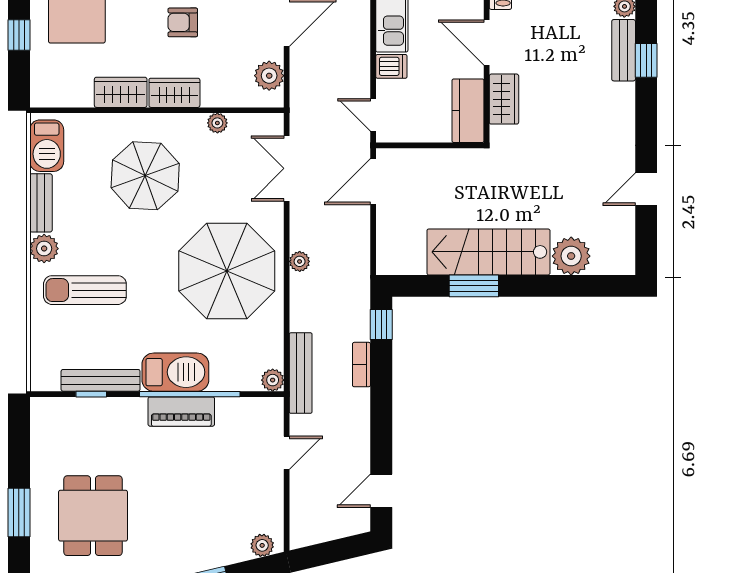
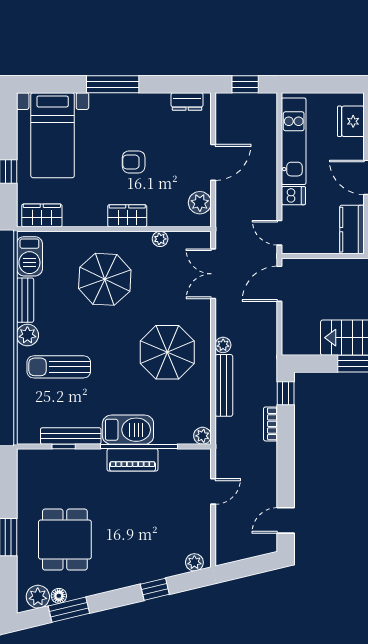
wardrobe: (121, 92) -> (42, 215), moved
parasol: (227, 271) -> (167, 352), width x0.73, depth x0.73
bench: (301, 373) -> (224, 385), moved

